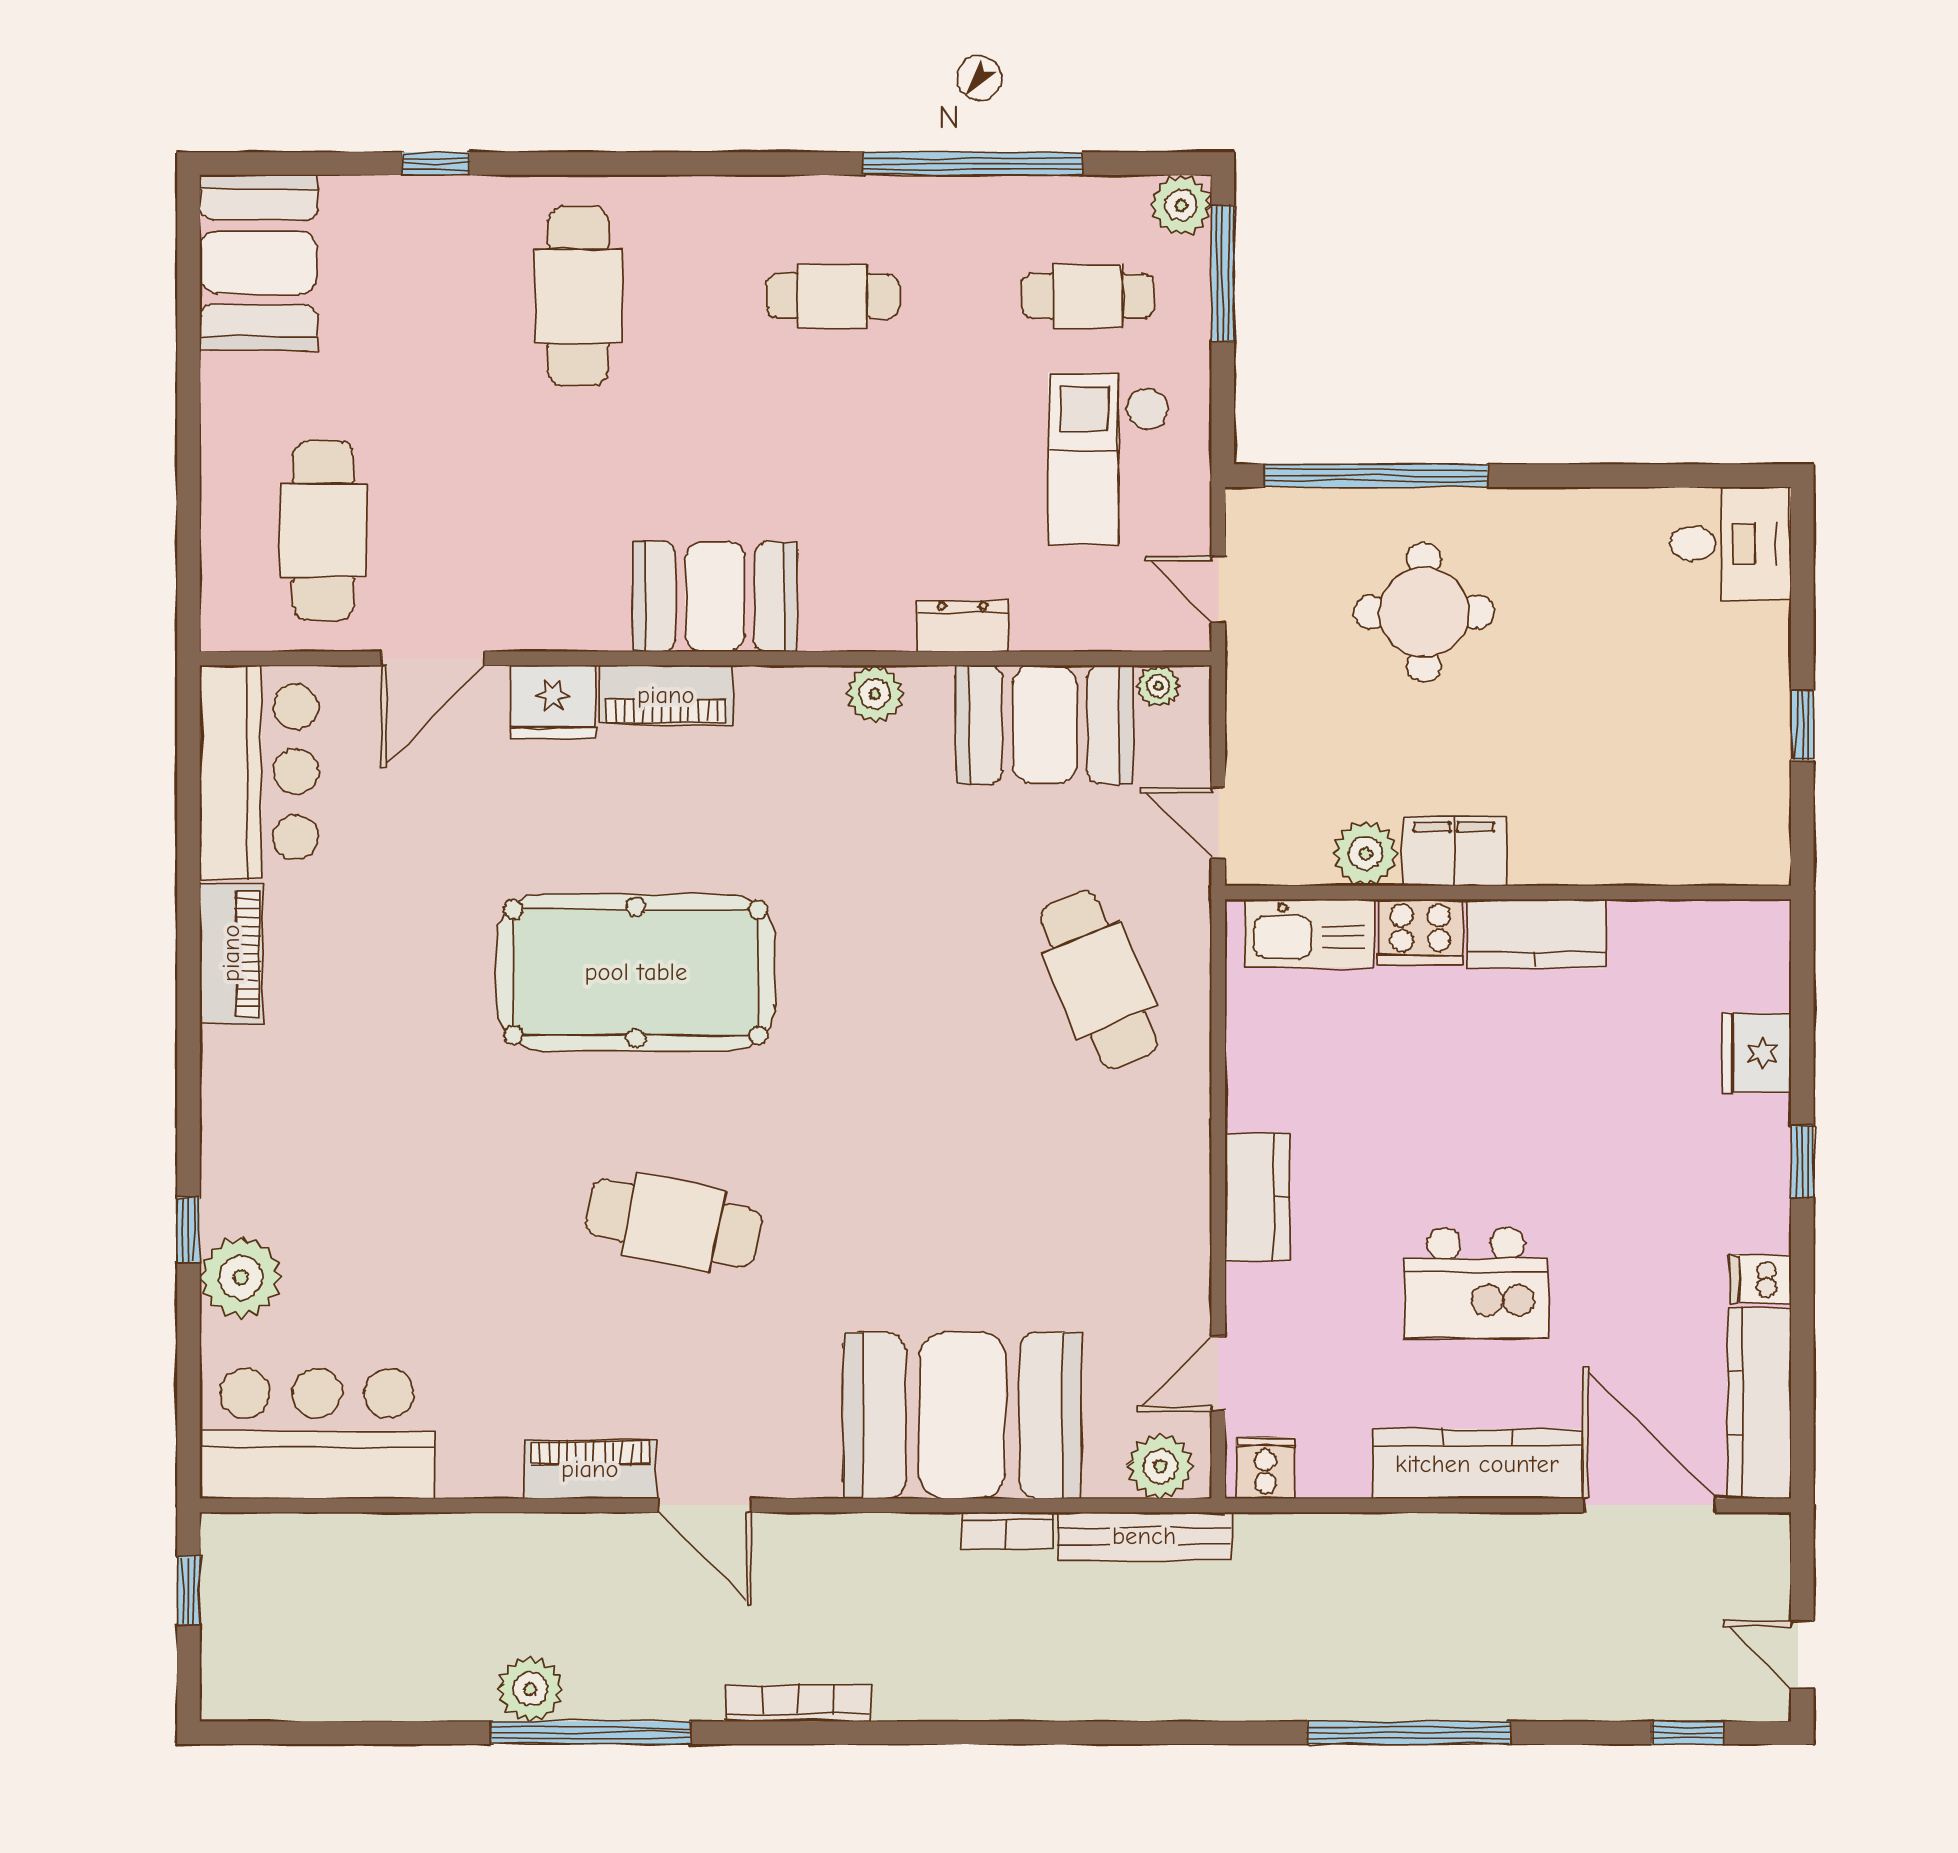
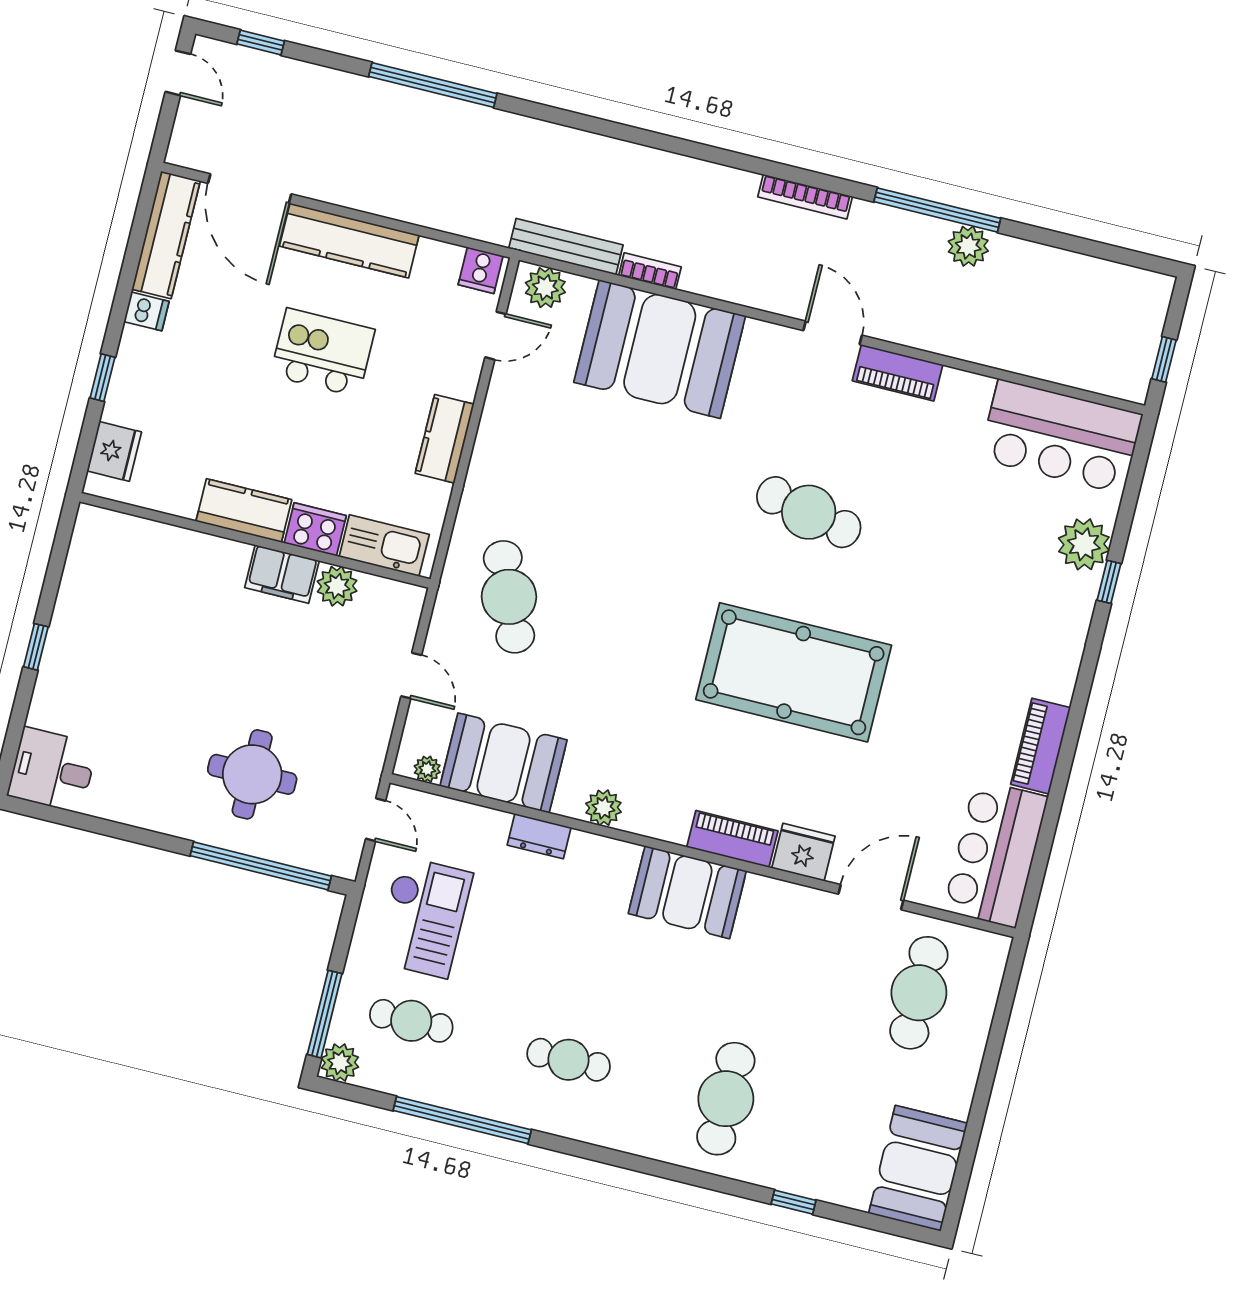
filing cabinet: (1454, 851) -> (282, 574), moved
plant: (1365, 853) -> (337, 586), moved
wall: (1508, 892) -> (255, 540), moved
cooker: (1420, 932) -> (315, 529), moved
kitchen sink: (1309, 933) -> (384, 546), moved
kitchen counter: (1536, 934) -> (244, 511), moved

